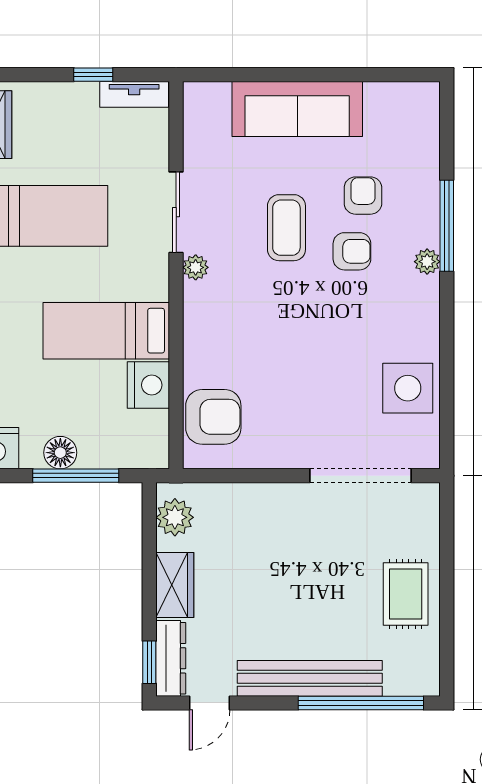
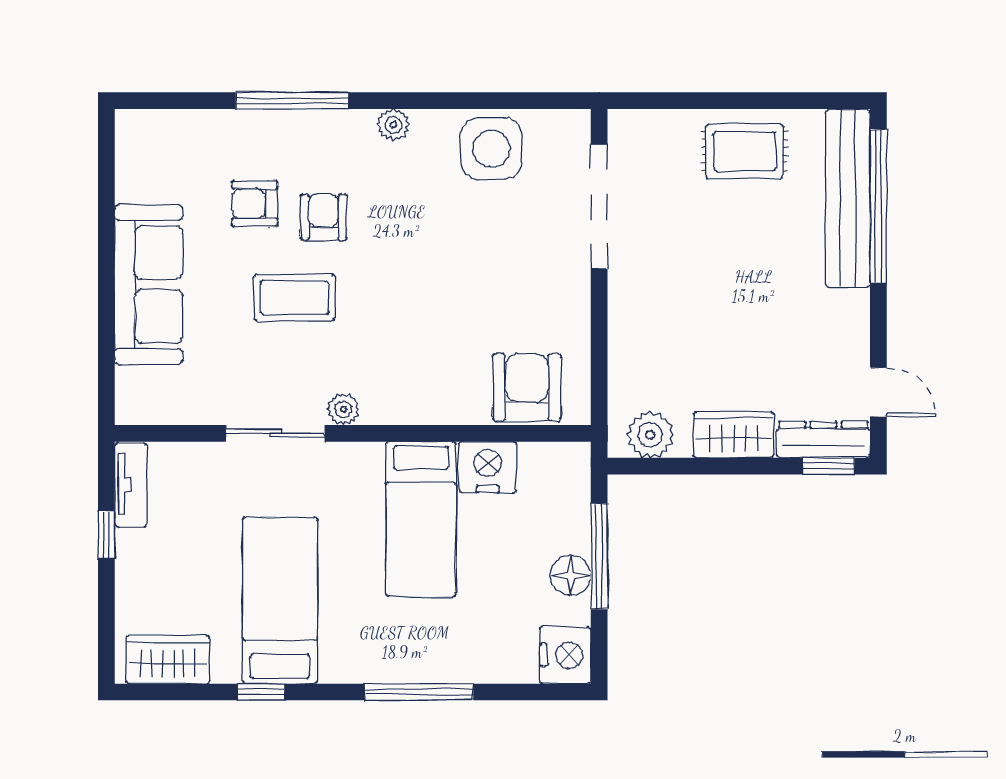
plant: (427, 262) -> (393, 125), moved
bench: (310, 678) -> (848, 198), moved

